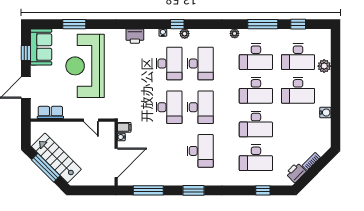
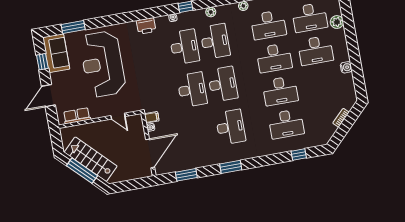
window: (74, 24) -> (73, 27), moved
plant: (185, 34) -> (211, 12), moved
printer: (296, 172) -> (328, 131), removed
window: (148, 190) -> (186, 175), width x0.69

